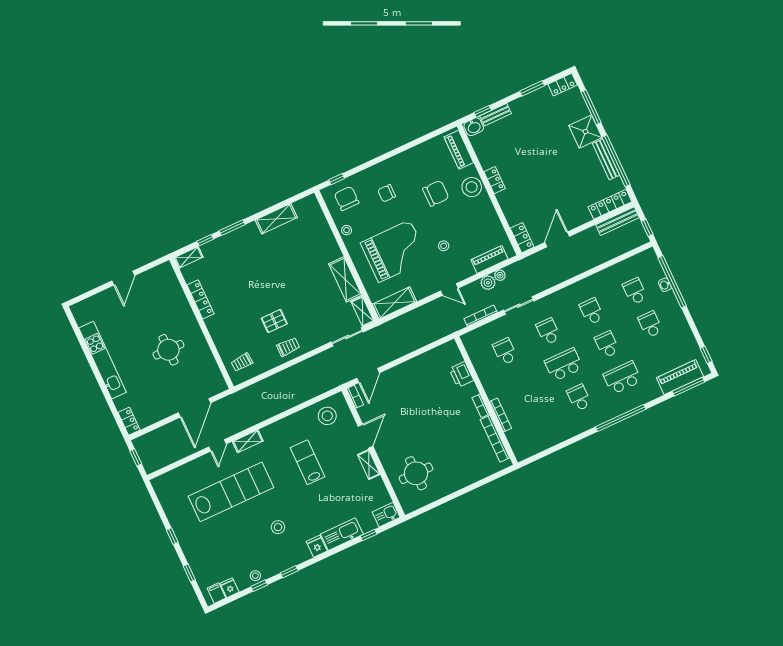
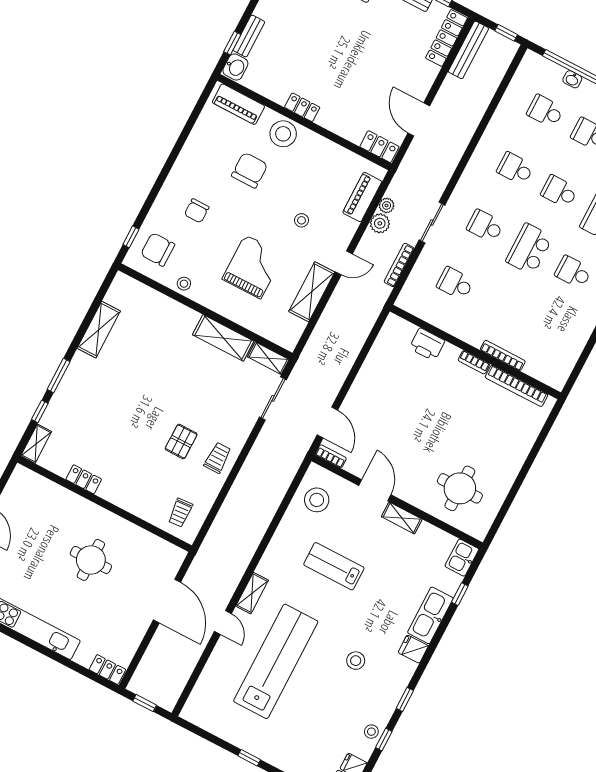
grand piano: (394, 251) -> (253, 267), width x0.73, depth x0.68
locker: (200, 299) -> (84, 479), width x0.66
shelving: (394, 303) -> (312, 292), moved

